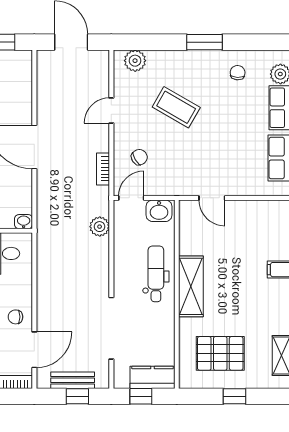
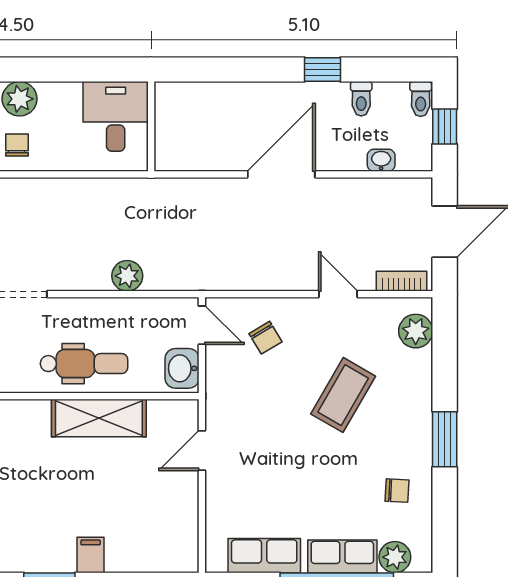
bookcase: (103, 169) -> (402, 281), moved
washbasin: (24, 222) -> (381, 160), moved, turned -90
plant: (100, 227) -> (127, 276), moved
shelving: (191, 286) -> (99, 418), moved

